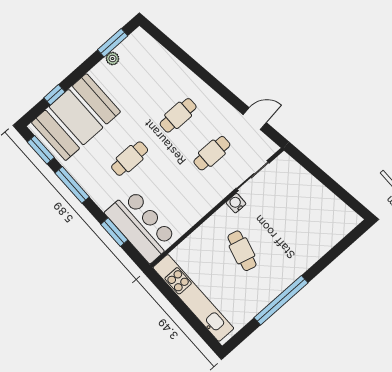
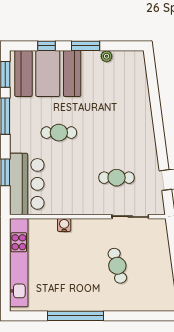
window: (113, 43) -> (86, 46), moved
cafe table: (178, 115) -> (117, 133), removed
water cooler: (236, 203) -> (64, 225), moved
cafe table: (242, 251) -> (117, 266), moved, turned -30

